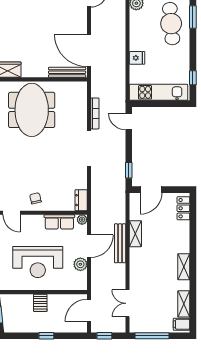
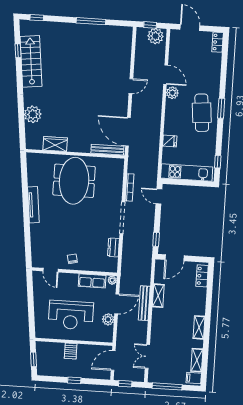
dresser: (81, 200) -> (113, 247), moved

